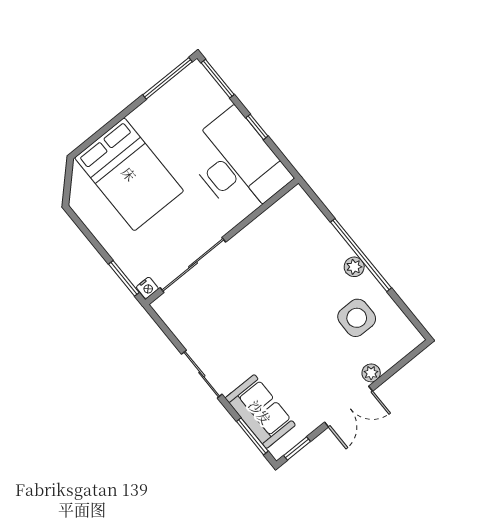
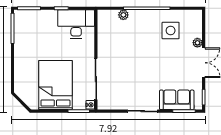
desk: (237, 164) -> (76, 24), width x0.73, depth x0.77
bed: (129, 174) -> (55, 85), moved, turned -90
plant: (354, 267) -> (123, 15), moved

